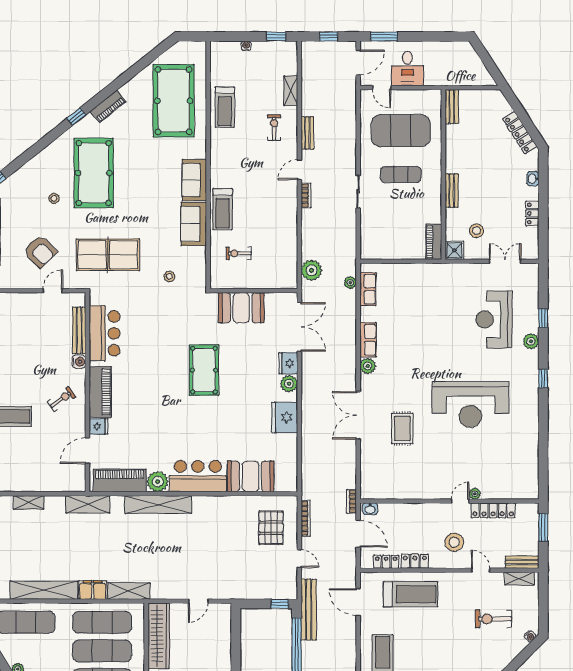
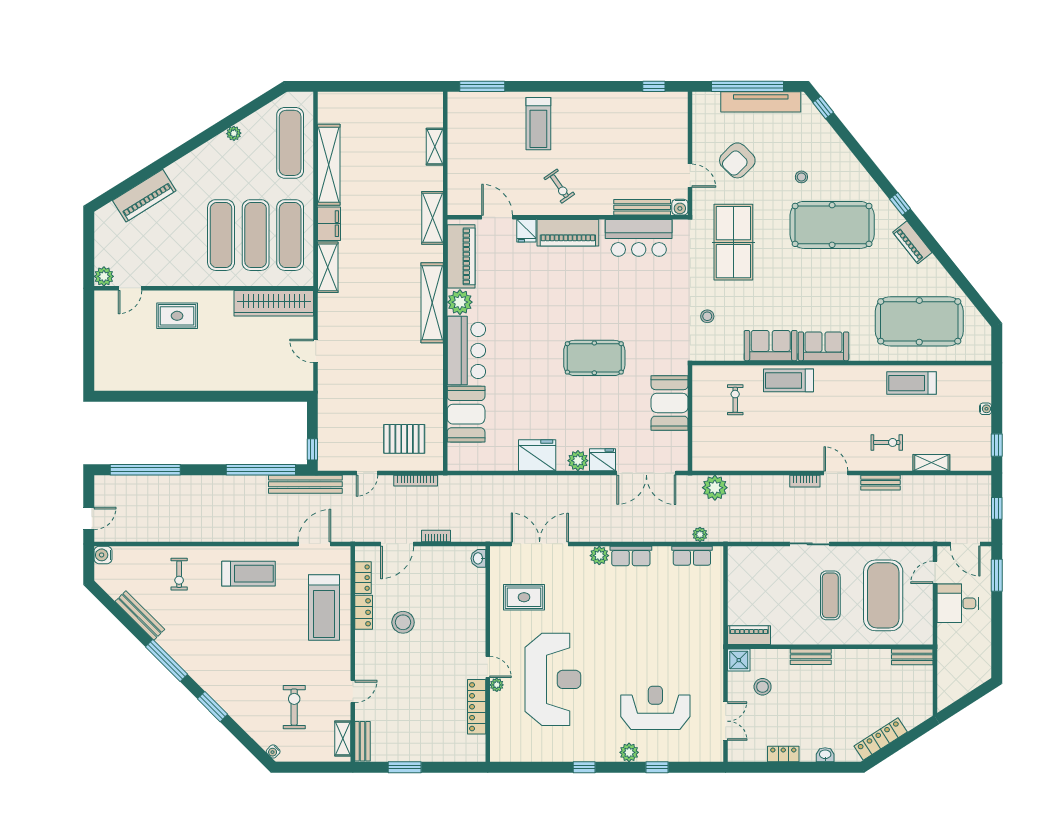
water cooler: (79, 362) -> (680, 207), moved
reception desk: (470, 404) -> (553, 679), turned 180
plant: (475, 494) -> (497, 685), moved
wall: (449, 501) -> (488, 654), moved
door: (460, 501) -> (488, 667), moved
washbasin: (370, 509) -> (478, 558), moved
locker: (493, 510) -> (477, 707), moved
stool: (454, 542) -> (403, 622), moved

